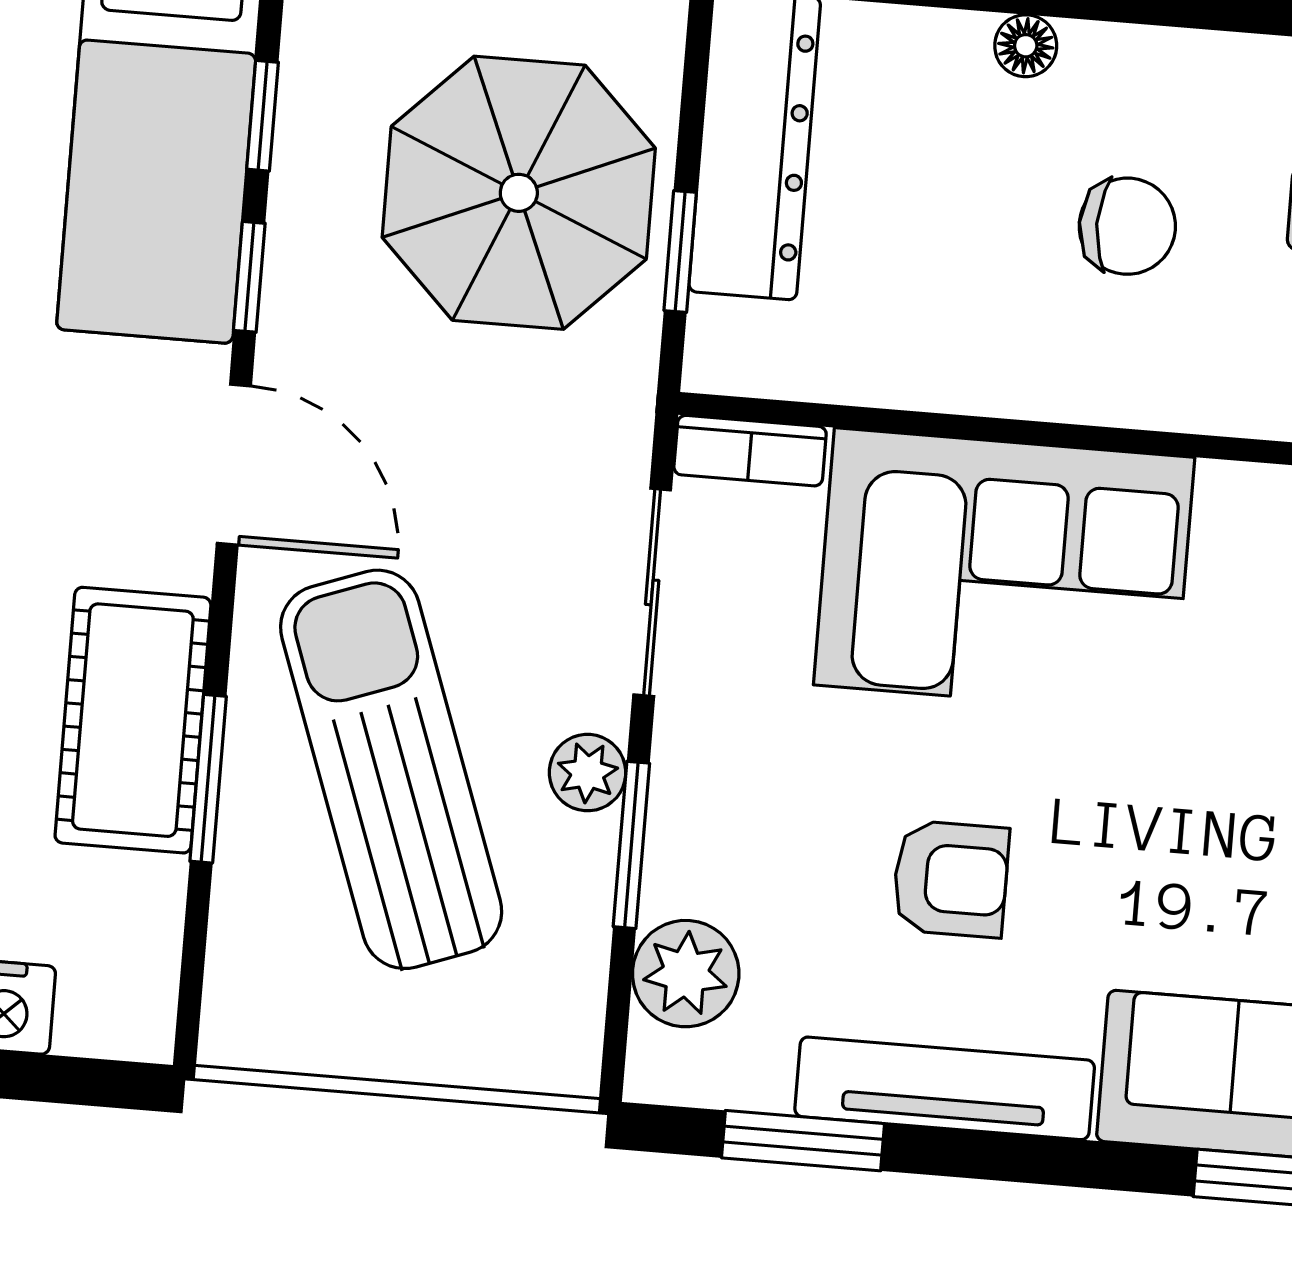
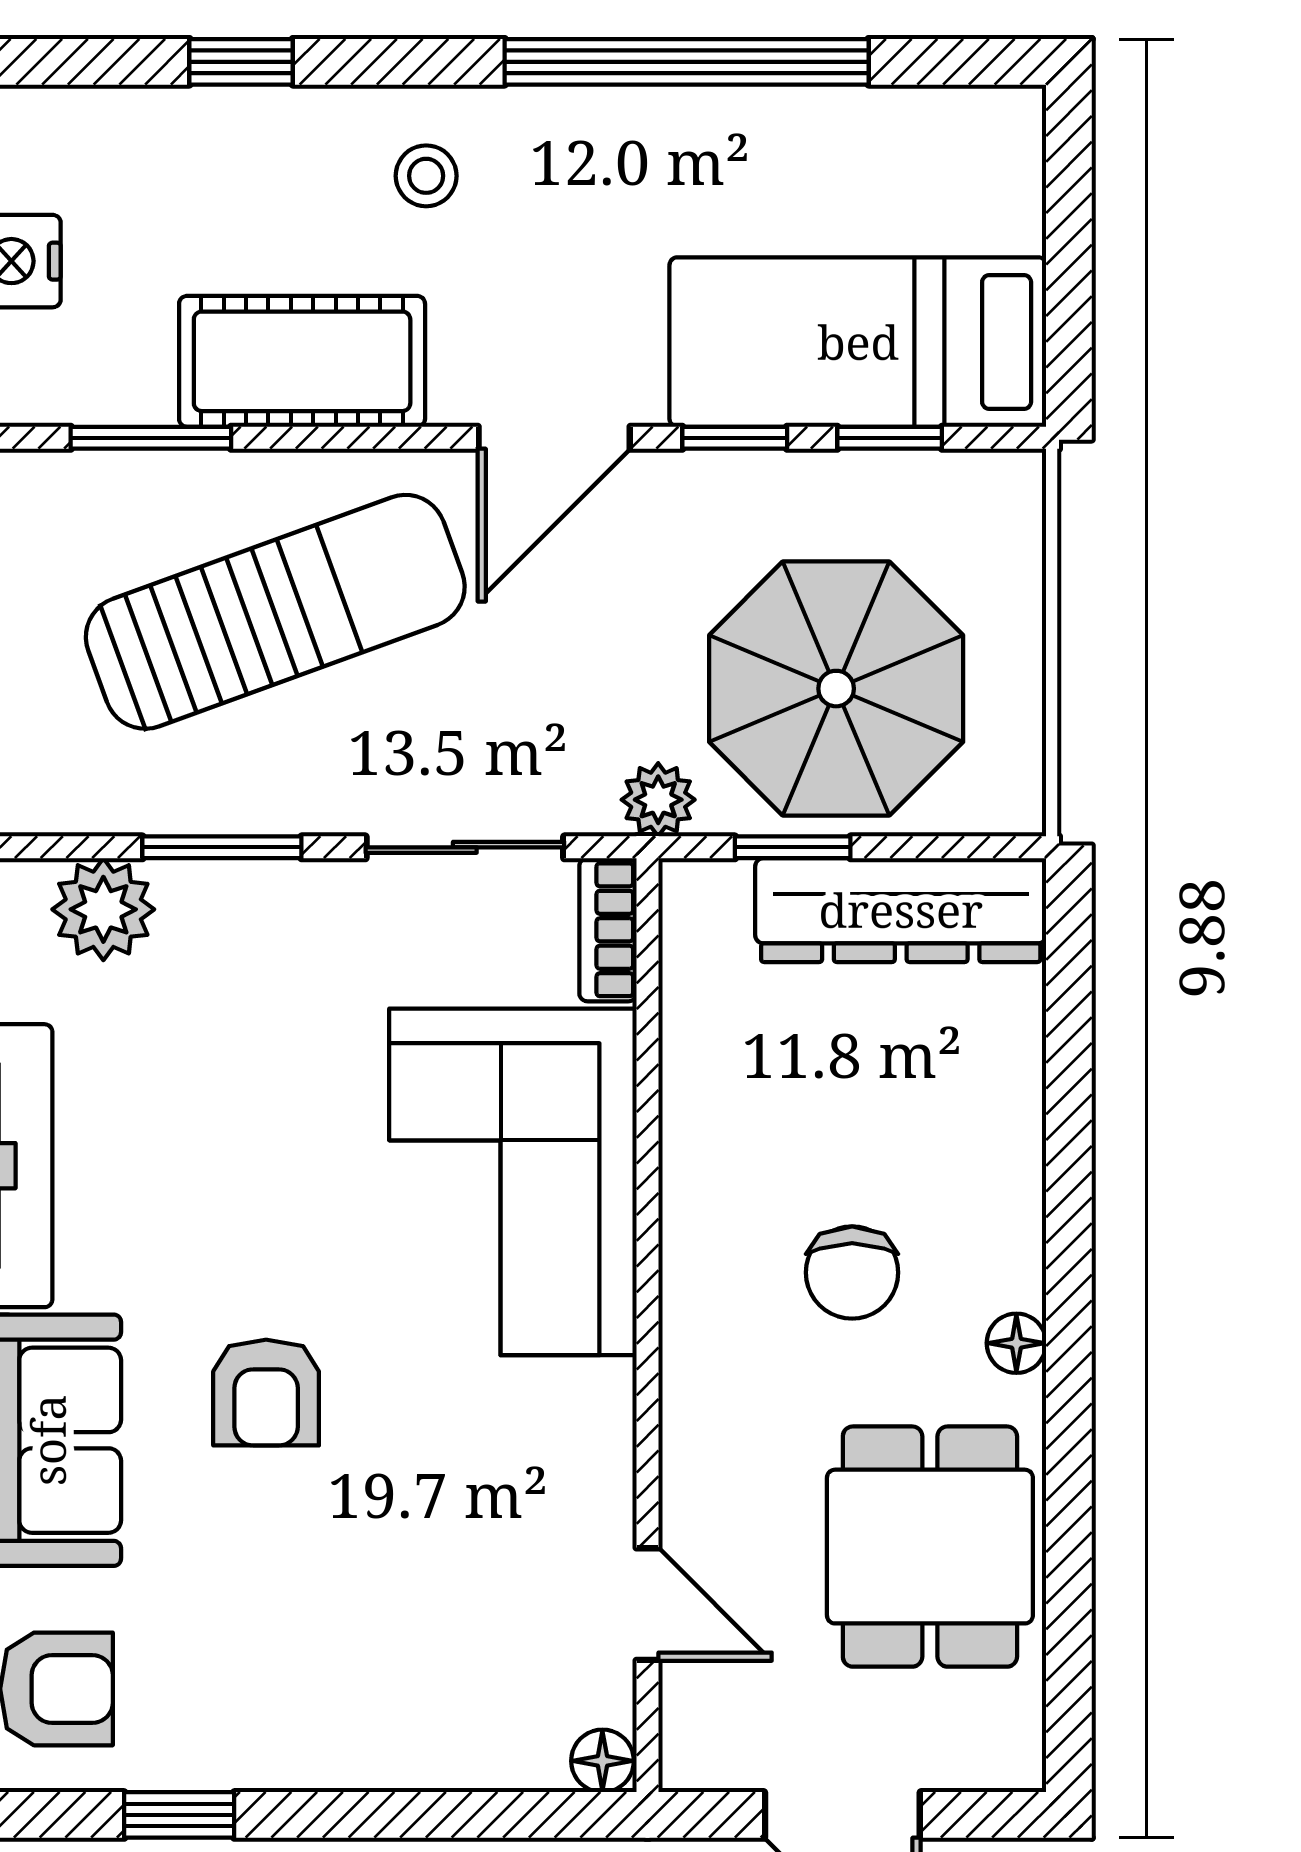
floor lamp: (1026, 46) -> (1016, 1343), moved
plant: (587, 773) -> (658, 800), moved
window: (208, 779) -> (151, 438), moved
armchair: (951, 879) -> (266, 1393), moved

